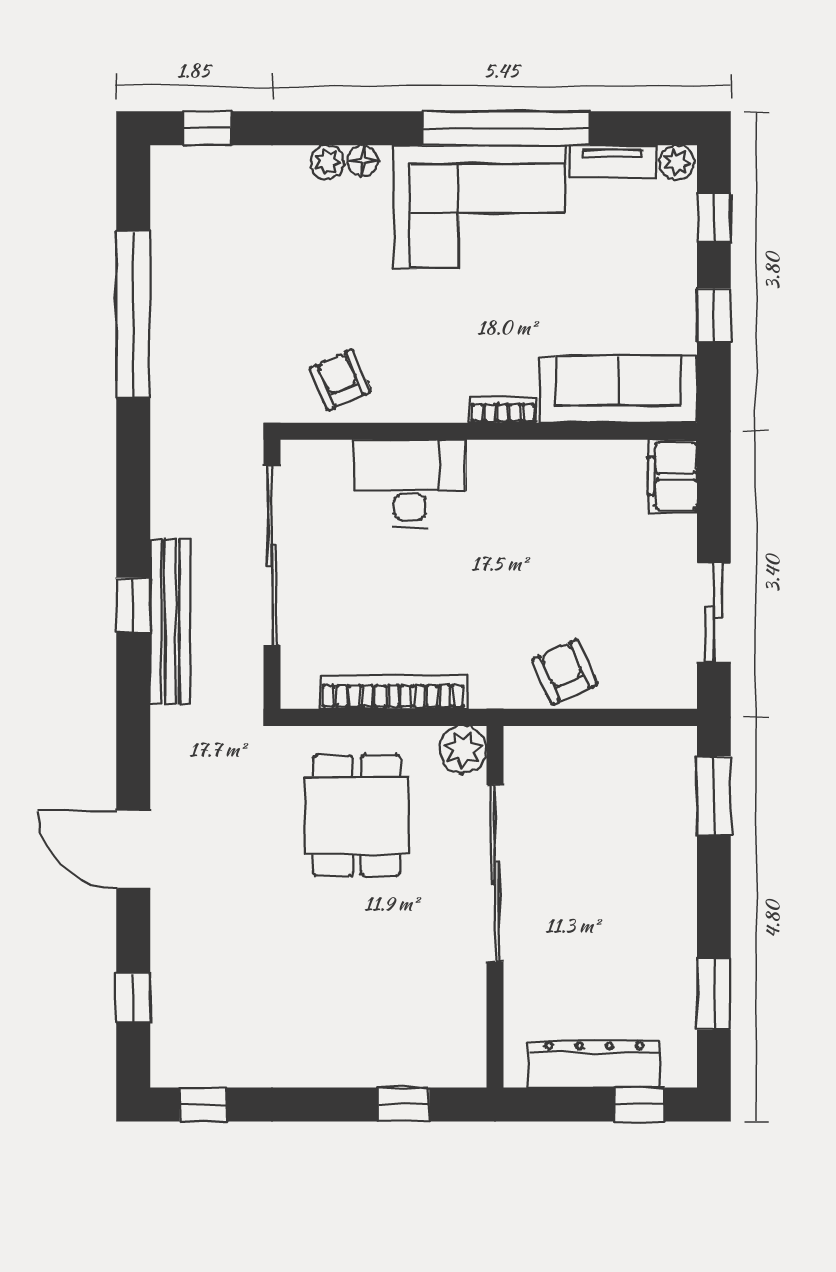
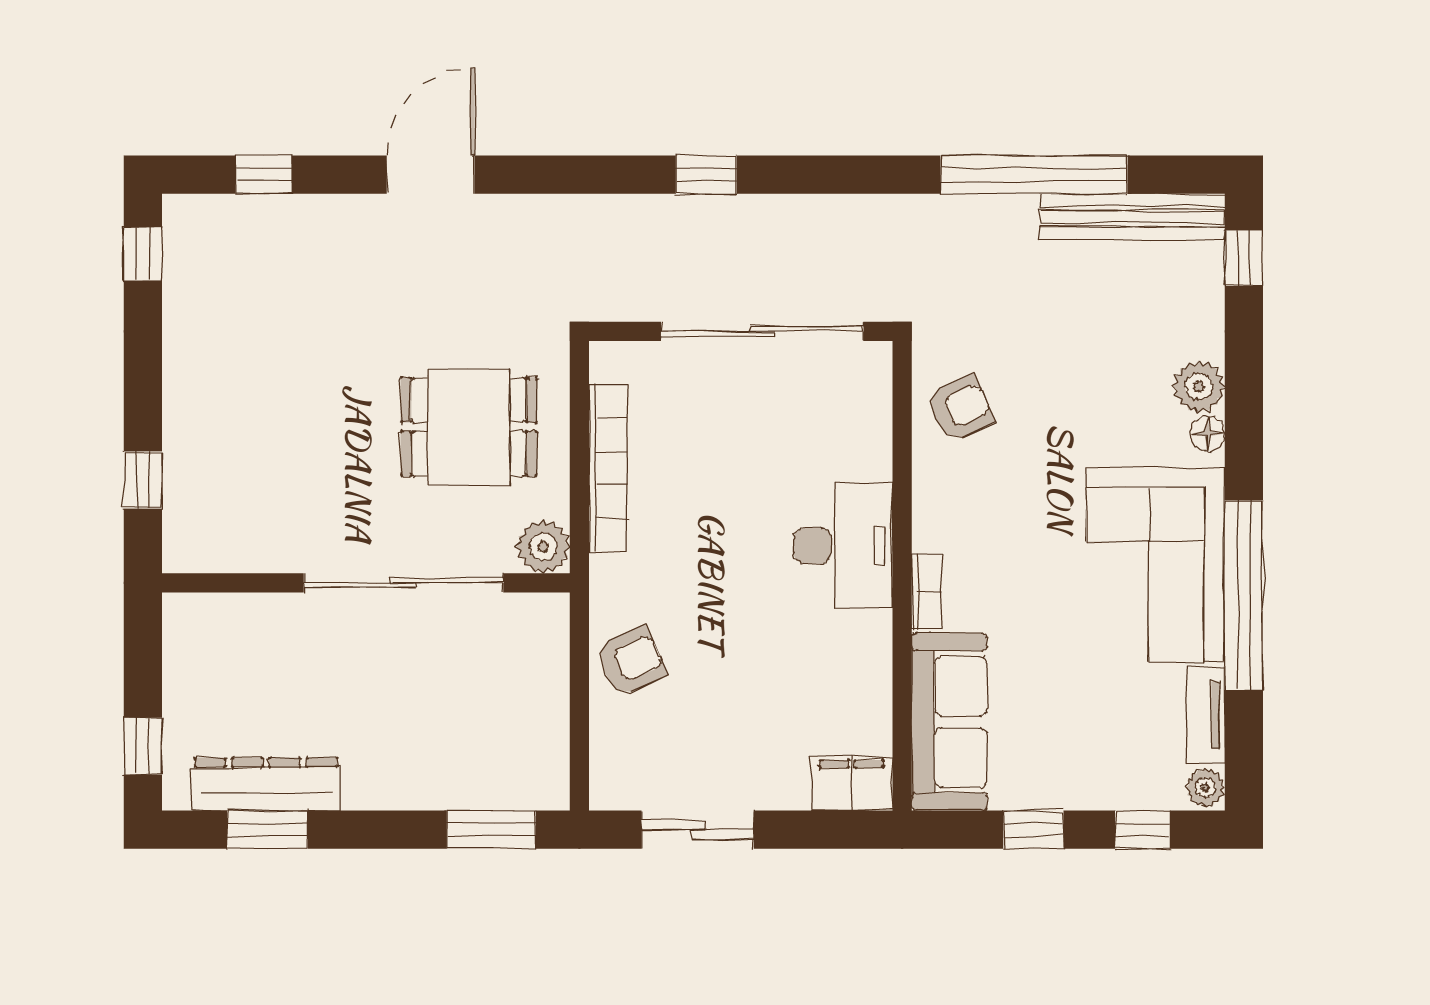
plant: (327, 162) -> (1199, 386), width x1.38, depth x1.38
desk: (410, 483) -> (843, 546), moved
bench: (170, 622) -> (1132, 217), moved
dresser: (594, 1064) -> (266, 784), moved, turned -90

